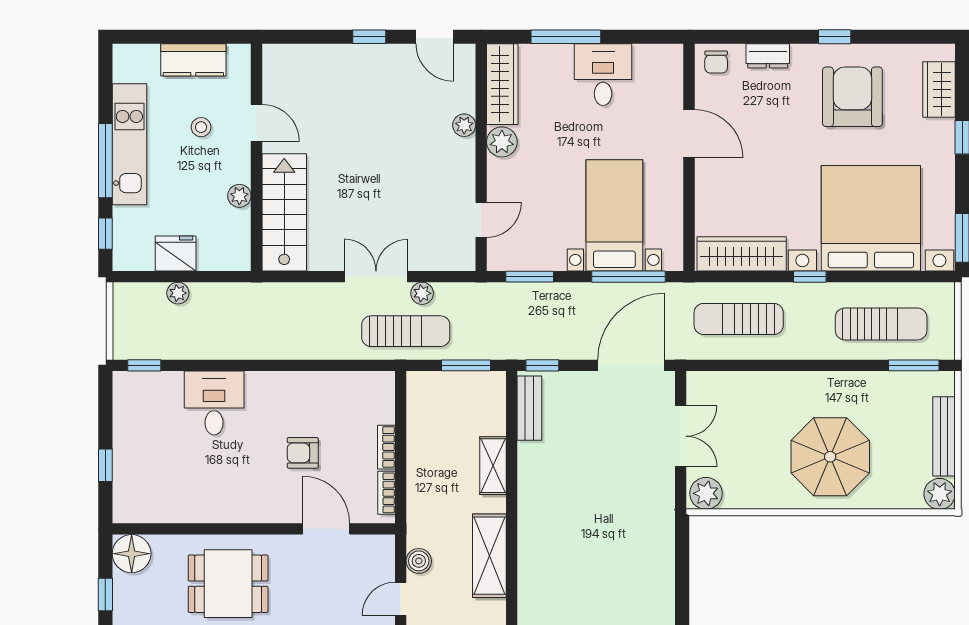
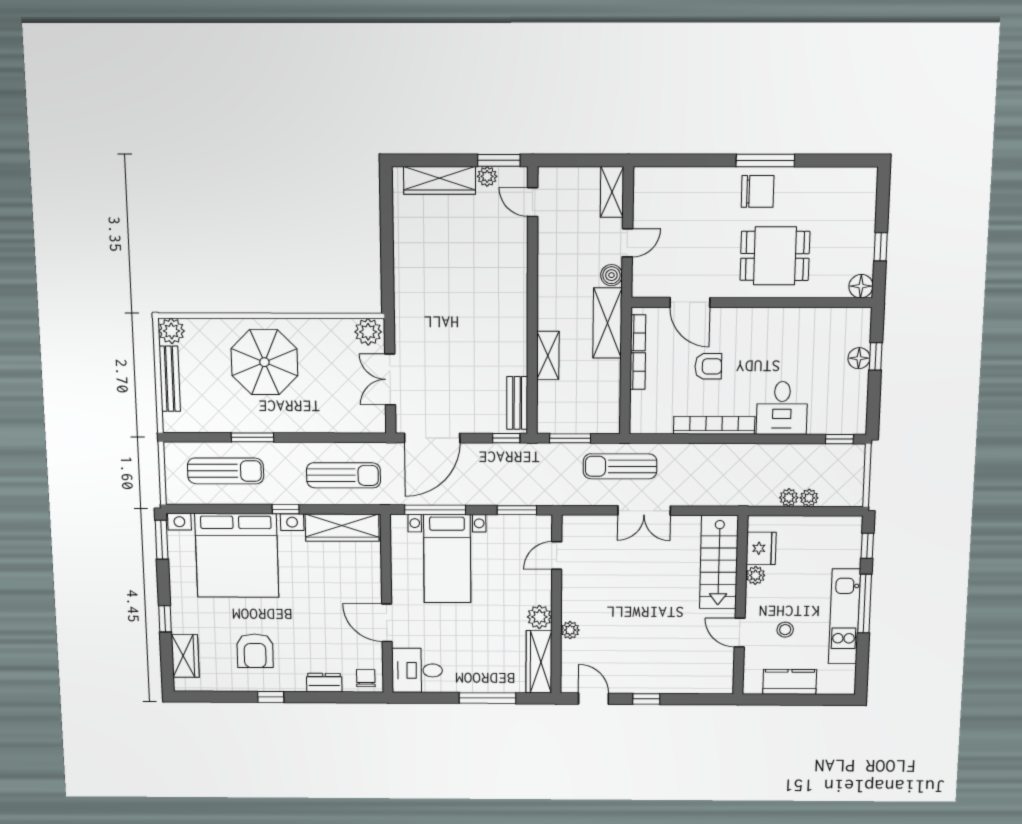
desk: (603, 75) -> (417, 670), moved, turned 90
armchair: (852, 97) -> (255, 651), width x0.73, depth x0.73
fridge: (176, 254) -> (761, 548), moved, turned -90
plant: (422, 293) -> (789, 498), moved
sun lounger: (881, 324) -> (226, 471), turned 180
window: (914, 365) -> (252, 437), moved
bookcase: (294, 382) -> (714, 425), added
floor lamp: (125, 463) -> (859, 358), added
floor lamp: (132, 554) -> (861, 286), width x0.73, depth x0.73
shelving: (489, 556) -> (607, 323), moved

